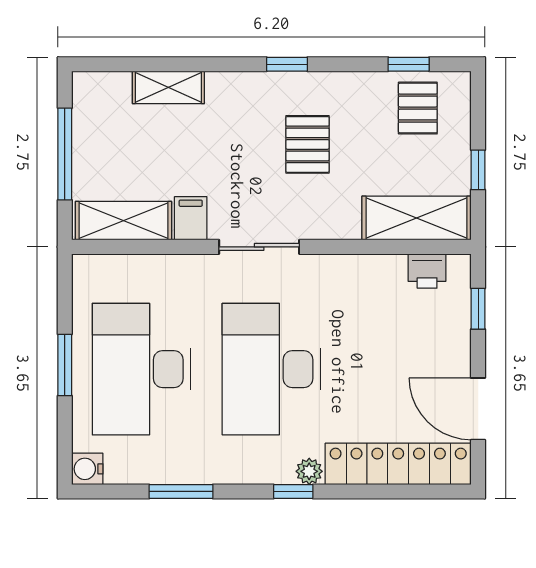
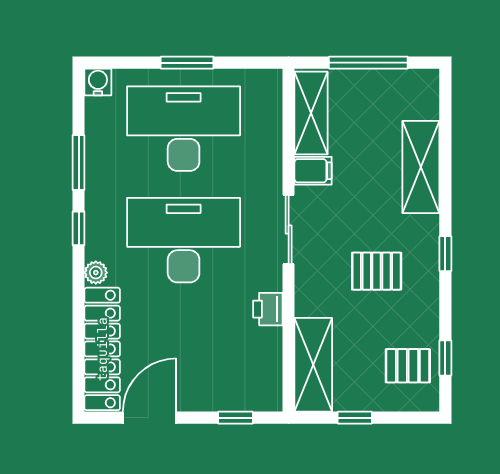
shelving: (168, 87) -> (421, 167), width x1.50, depth x1.33
printer: (427, 271) -> (268, 309), moved
window: (293, 491) -> (79, 228), moved

